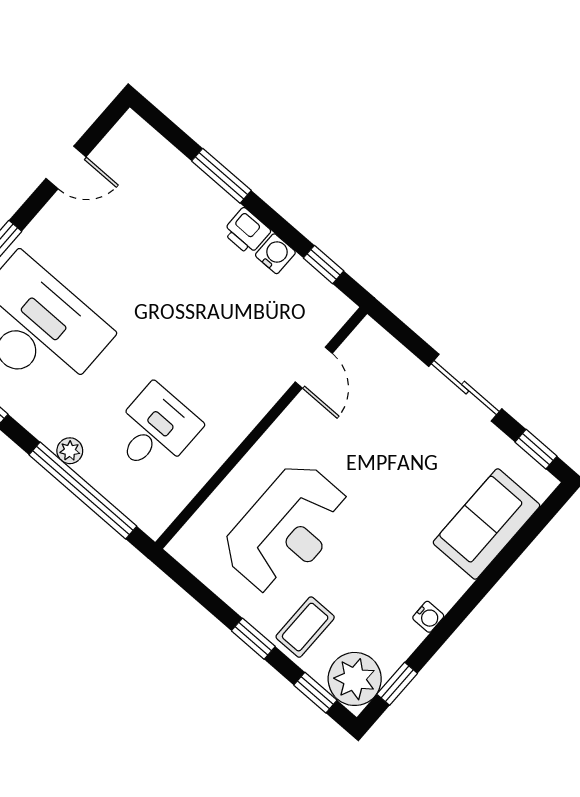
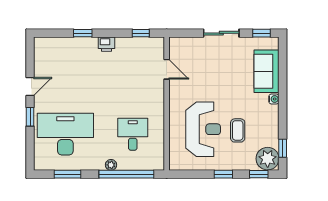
door: (66, 168) -> (30, 87), moved
window: (222, 176) -> (83, 33), width x0.67
water cooler: (275, 254) -> (122, 43), removed
water cooler: (428, 617) -> (274, 99), moved
coffee table: (305, 627) -> (238, 130), moved

